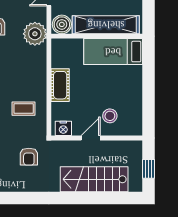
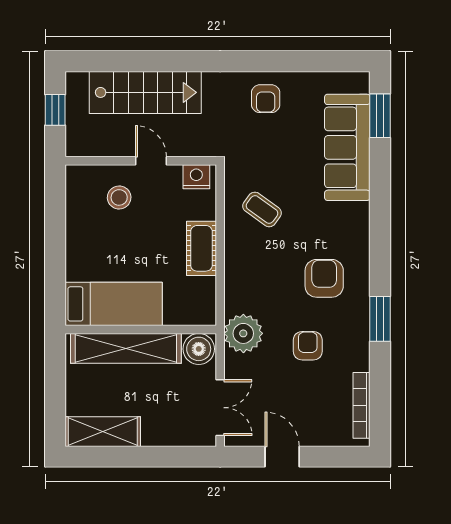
coffee table: (24, 109) -> (262, 209), turned 36
door: (91, 138) -> (151, 161), swing flipped
armchair: (29, 157) -> (266, 99), moved, turned 180

